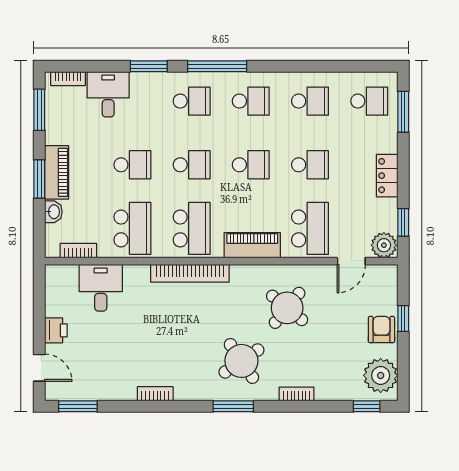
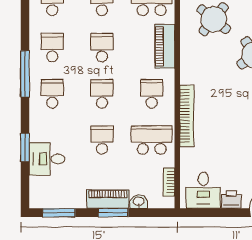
window: (149, 66) -> (25, 147), moved
bookcase: (68, 79) -> (35, 190), removed
school desk: (192, 228) -> (152, 94), width x0.54
bookcase: (190, 273) -> (187, 116), moved
desk: (101, 288) -> (203, 190), moved, turned -90

